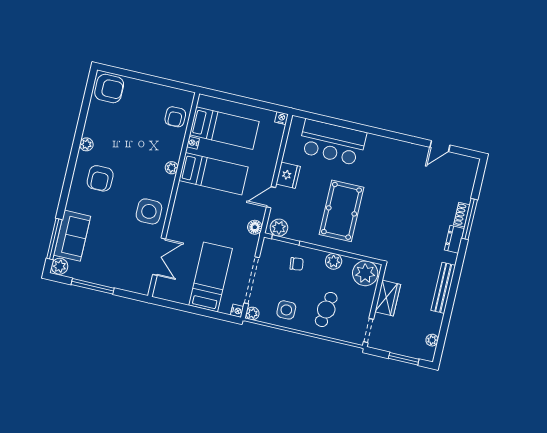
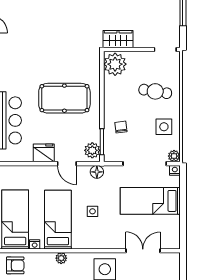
side table: (214, 213) -> (92, 211), added
plant: (334, 261) -> (111, 95), removed
wardrobe: (388, 298) -> (118, 39), moved

